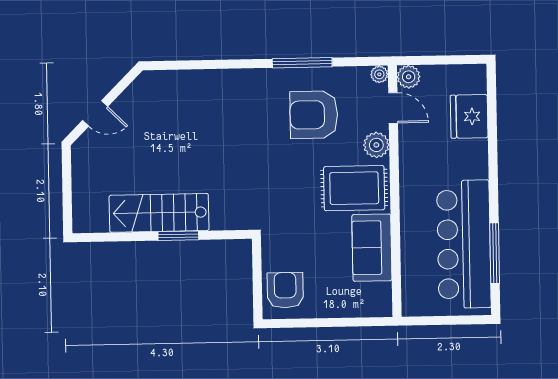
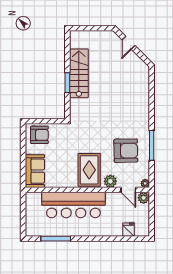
door: (393, 108) -> (128, 190), hinge flipped
armchair: (314, 115) -> (126, 151), turned 89
fridge: (469, 116) -> (129, 230), width x0.53, depth x0.75
bar counter: (464, 244) -> (73, 205), moved, turned 180
sofa: (372, 248) -> (35, 171), moved, turned 90

